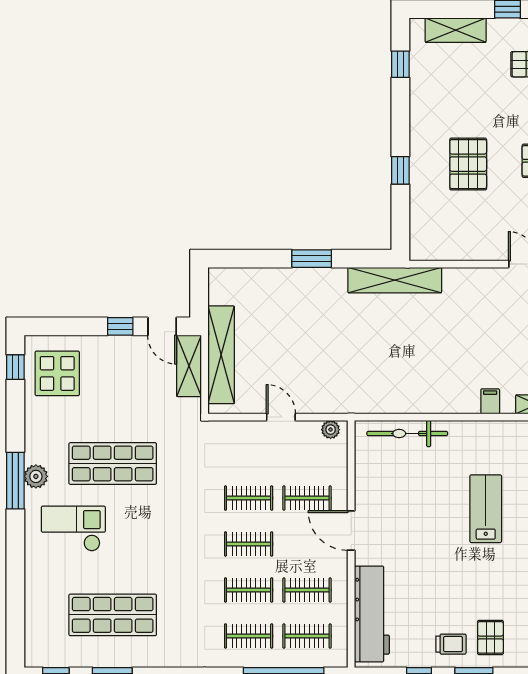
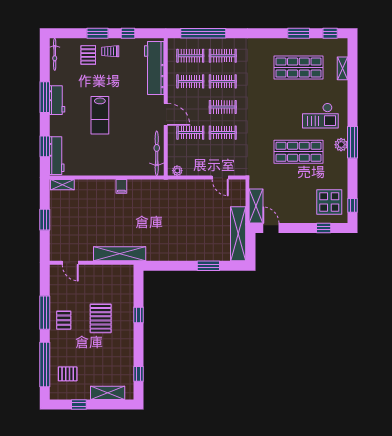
window: (312, 259) -> (208, 266), moved
shelving: (395, 280) -> (120, 254), moved
window: (120, 326) -> (324, 228), moved
shelving: (221, 355) -> (238, 234), moved
filing cabinet: (490, 401) -> (121, 186), moved
door: (281, 417) -> (220, 178), moved
bicycle: (407, 434) -> (157, 153), moved, turned -90
lab bench: (486, 509) -> (100, 115), moved
shelving: (33, 613) -> (343, 68), added

